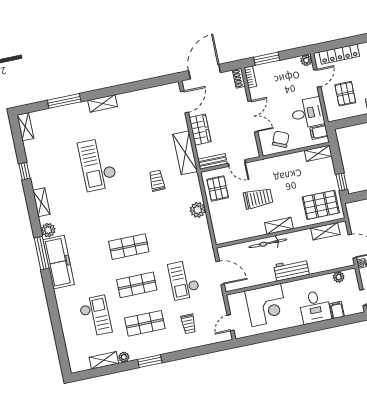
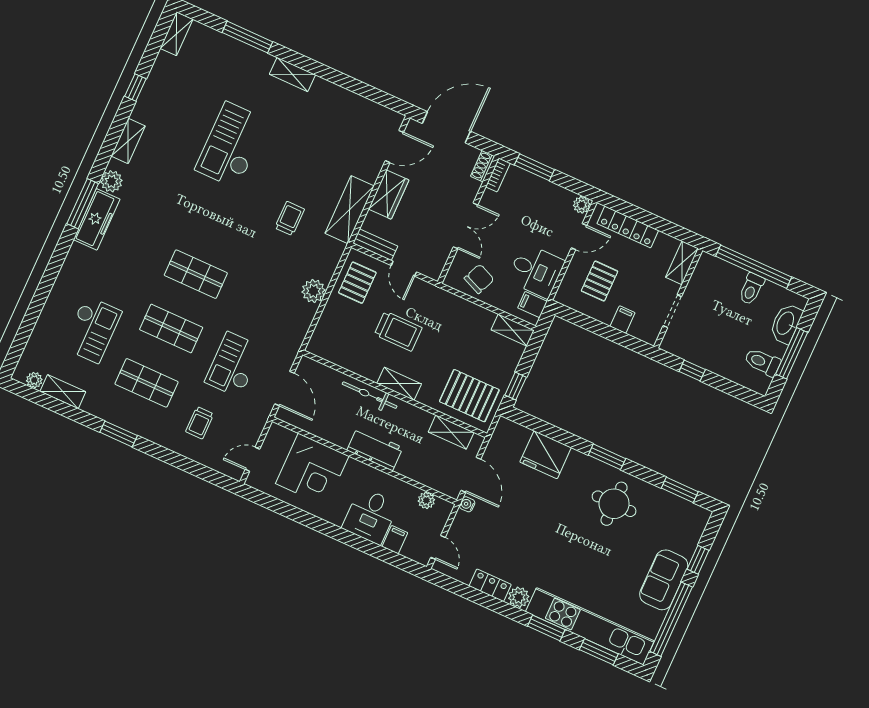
freezer: (59, 262) -> (97, 219), width x0.73, depth x0.79
plant: (124, 357) -> (34, 380), moved

